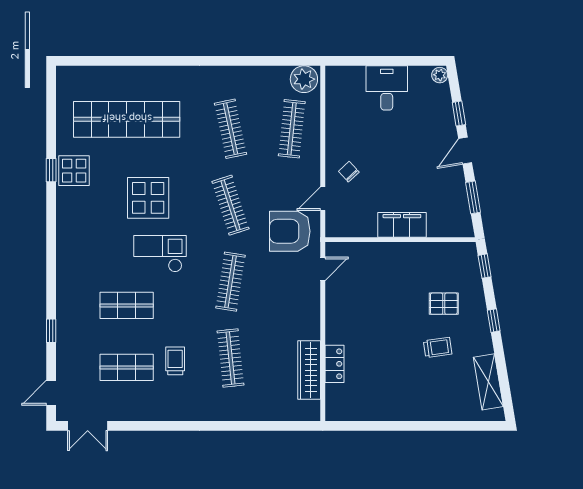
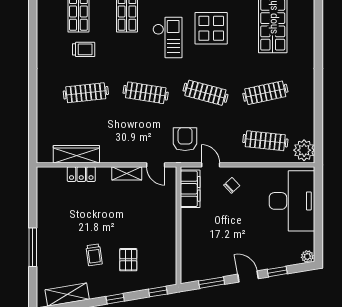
desk: (387, 88) -> (292, 201), width x1.87, depth x1.30
clothes rail: (230, 205) -> (205, 93), turned 33
filing cabinet: (402, 225) -> (190, 189), moved
armchair: (290, 231) -> (185, 139), width x0.73, depth x0.73
shelving: (334, 306) -> (127, 173), added
window: (428, 426) -> (33, 247), added

